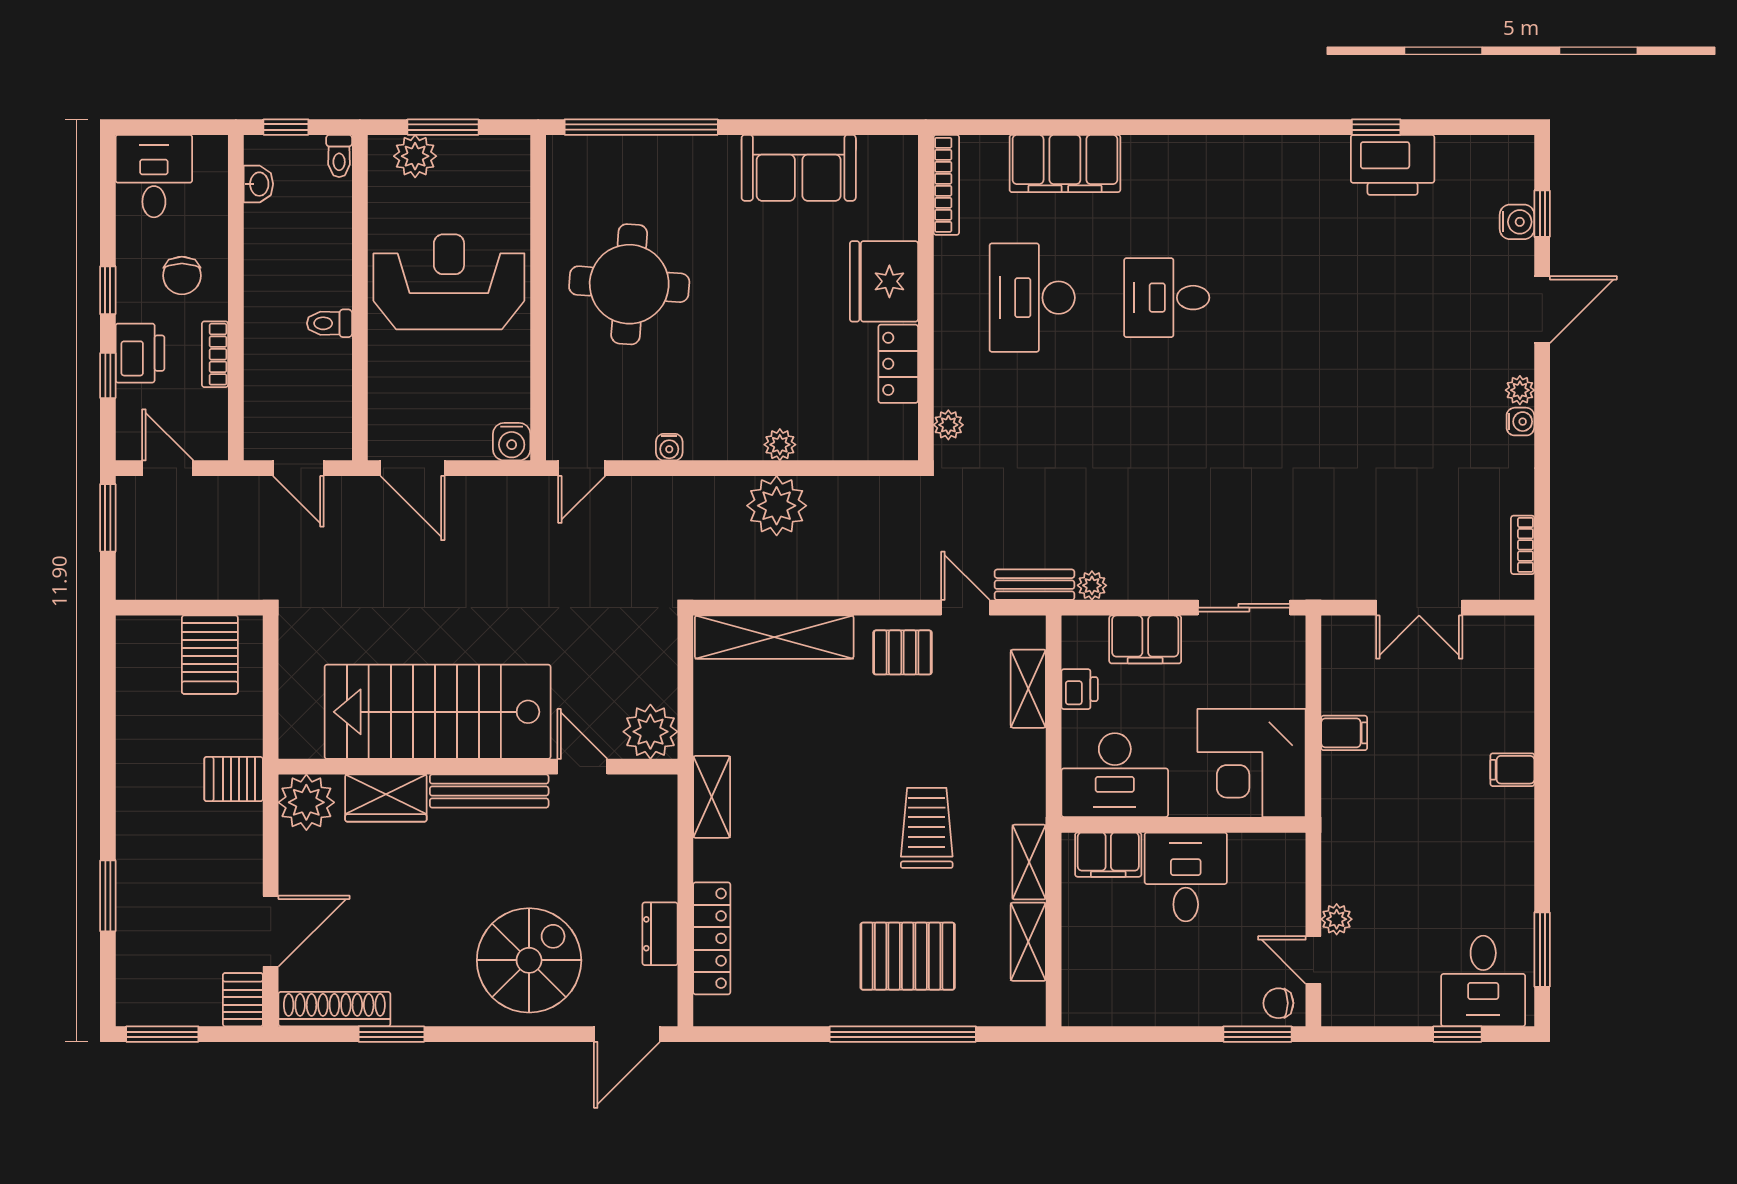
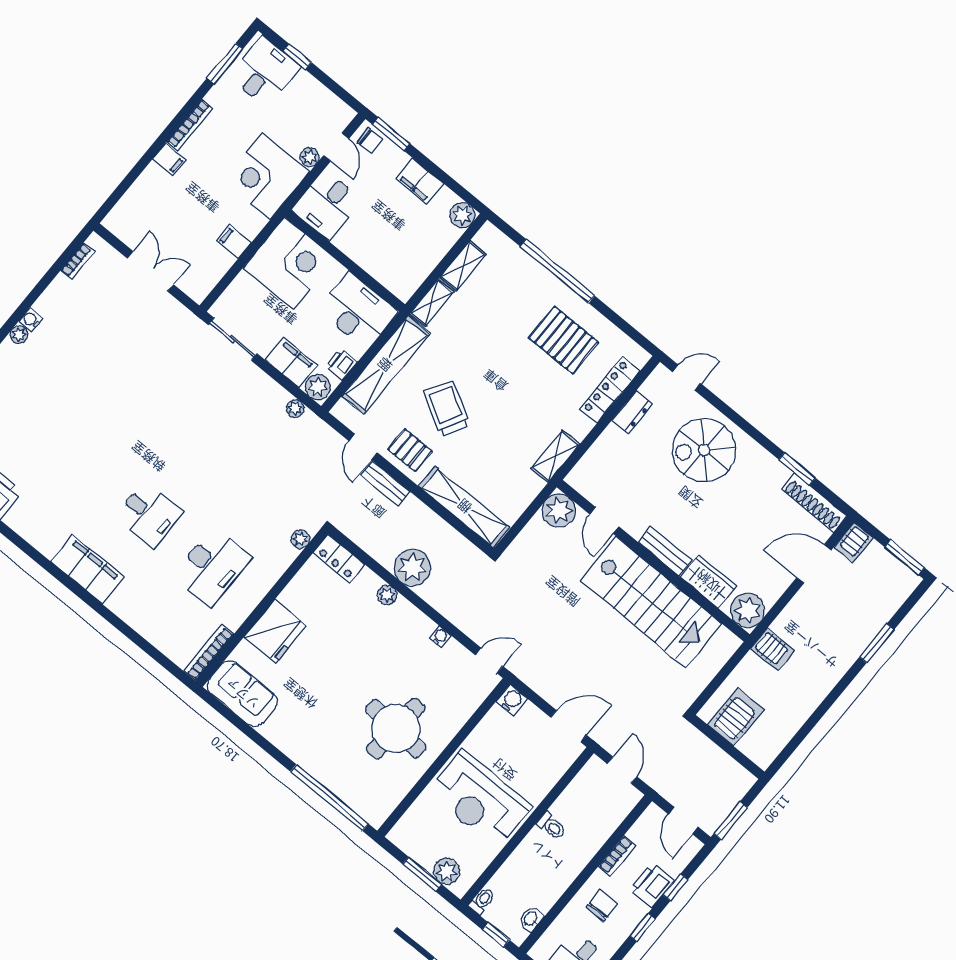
filing cabinet: (1065, 164) -> (87, 569), moved
sofa: (799, 168) -> (242, 694), moved
locker: (898, 364) -> (339, 559), moved, turned 90
door: (412, 468) -> (569, 726), hinge flipped
bench: (1034, 585) -> (386, 483), moved
plant: (1086, 636) -> (318, 387), added
shelving: (1028, 689) -> (386, 365), width x2.20, depth x1.33
bench: (489, 791) -> (665, 551), width x0.73
trolley: (927, 828) -> (447, 408), moved, turned 119
bookcase: (1523, 835) -> (190, 125), added
corner desk: (1372, 850) -> (266, 176), added
filing cabinet: (1108, 855) -> (420, 181), moved, turned 180
desk: (1186, 877) -> (327, 205), moved
pallet: (908, 956) -> (564, 340), moved
plant: (1082, 1006) -> (462, 215), added
door: (627, 1034) -> (687, 378), width x0.73

